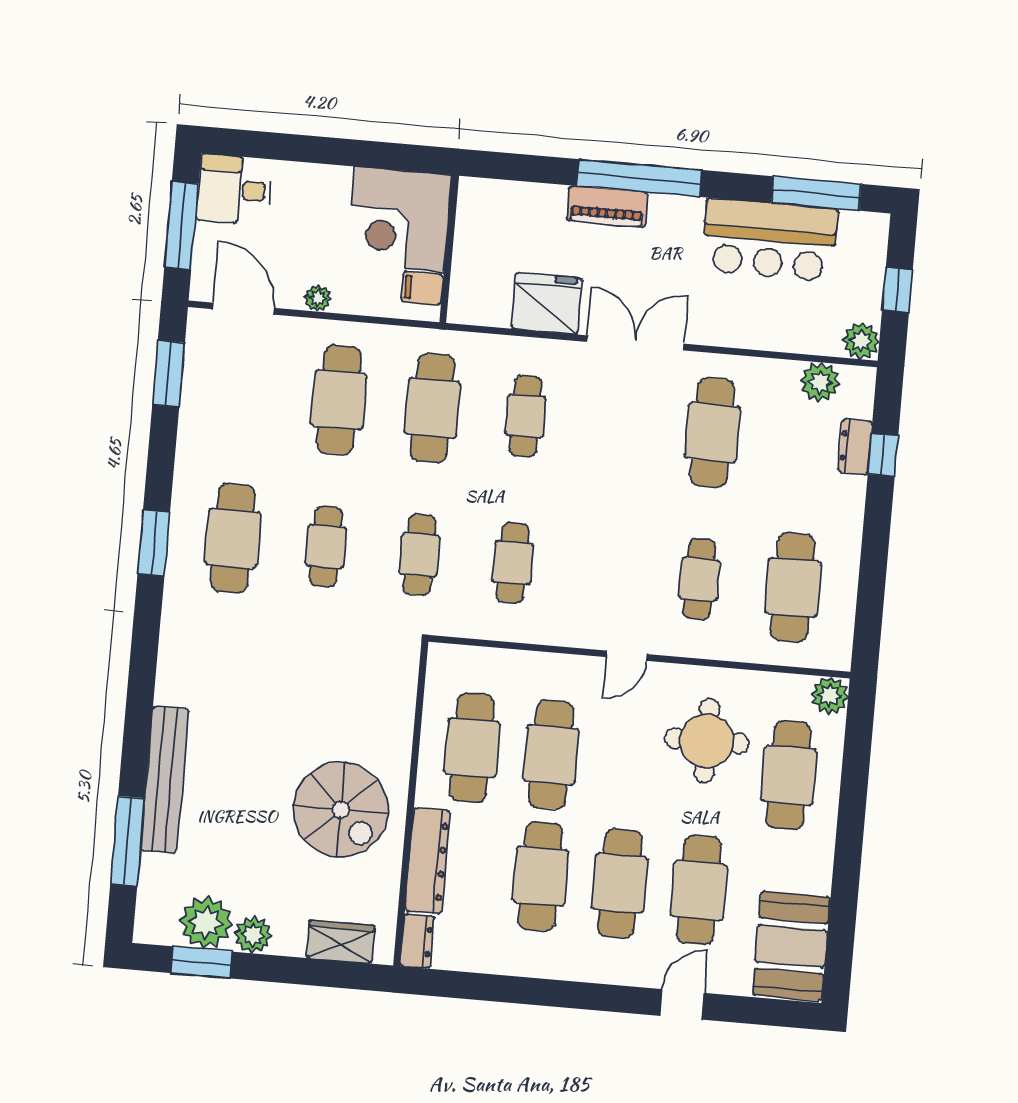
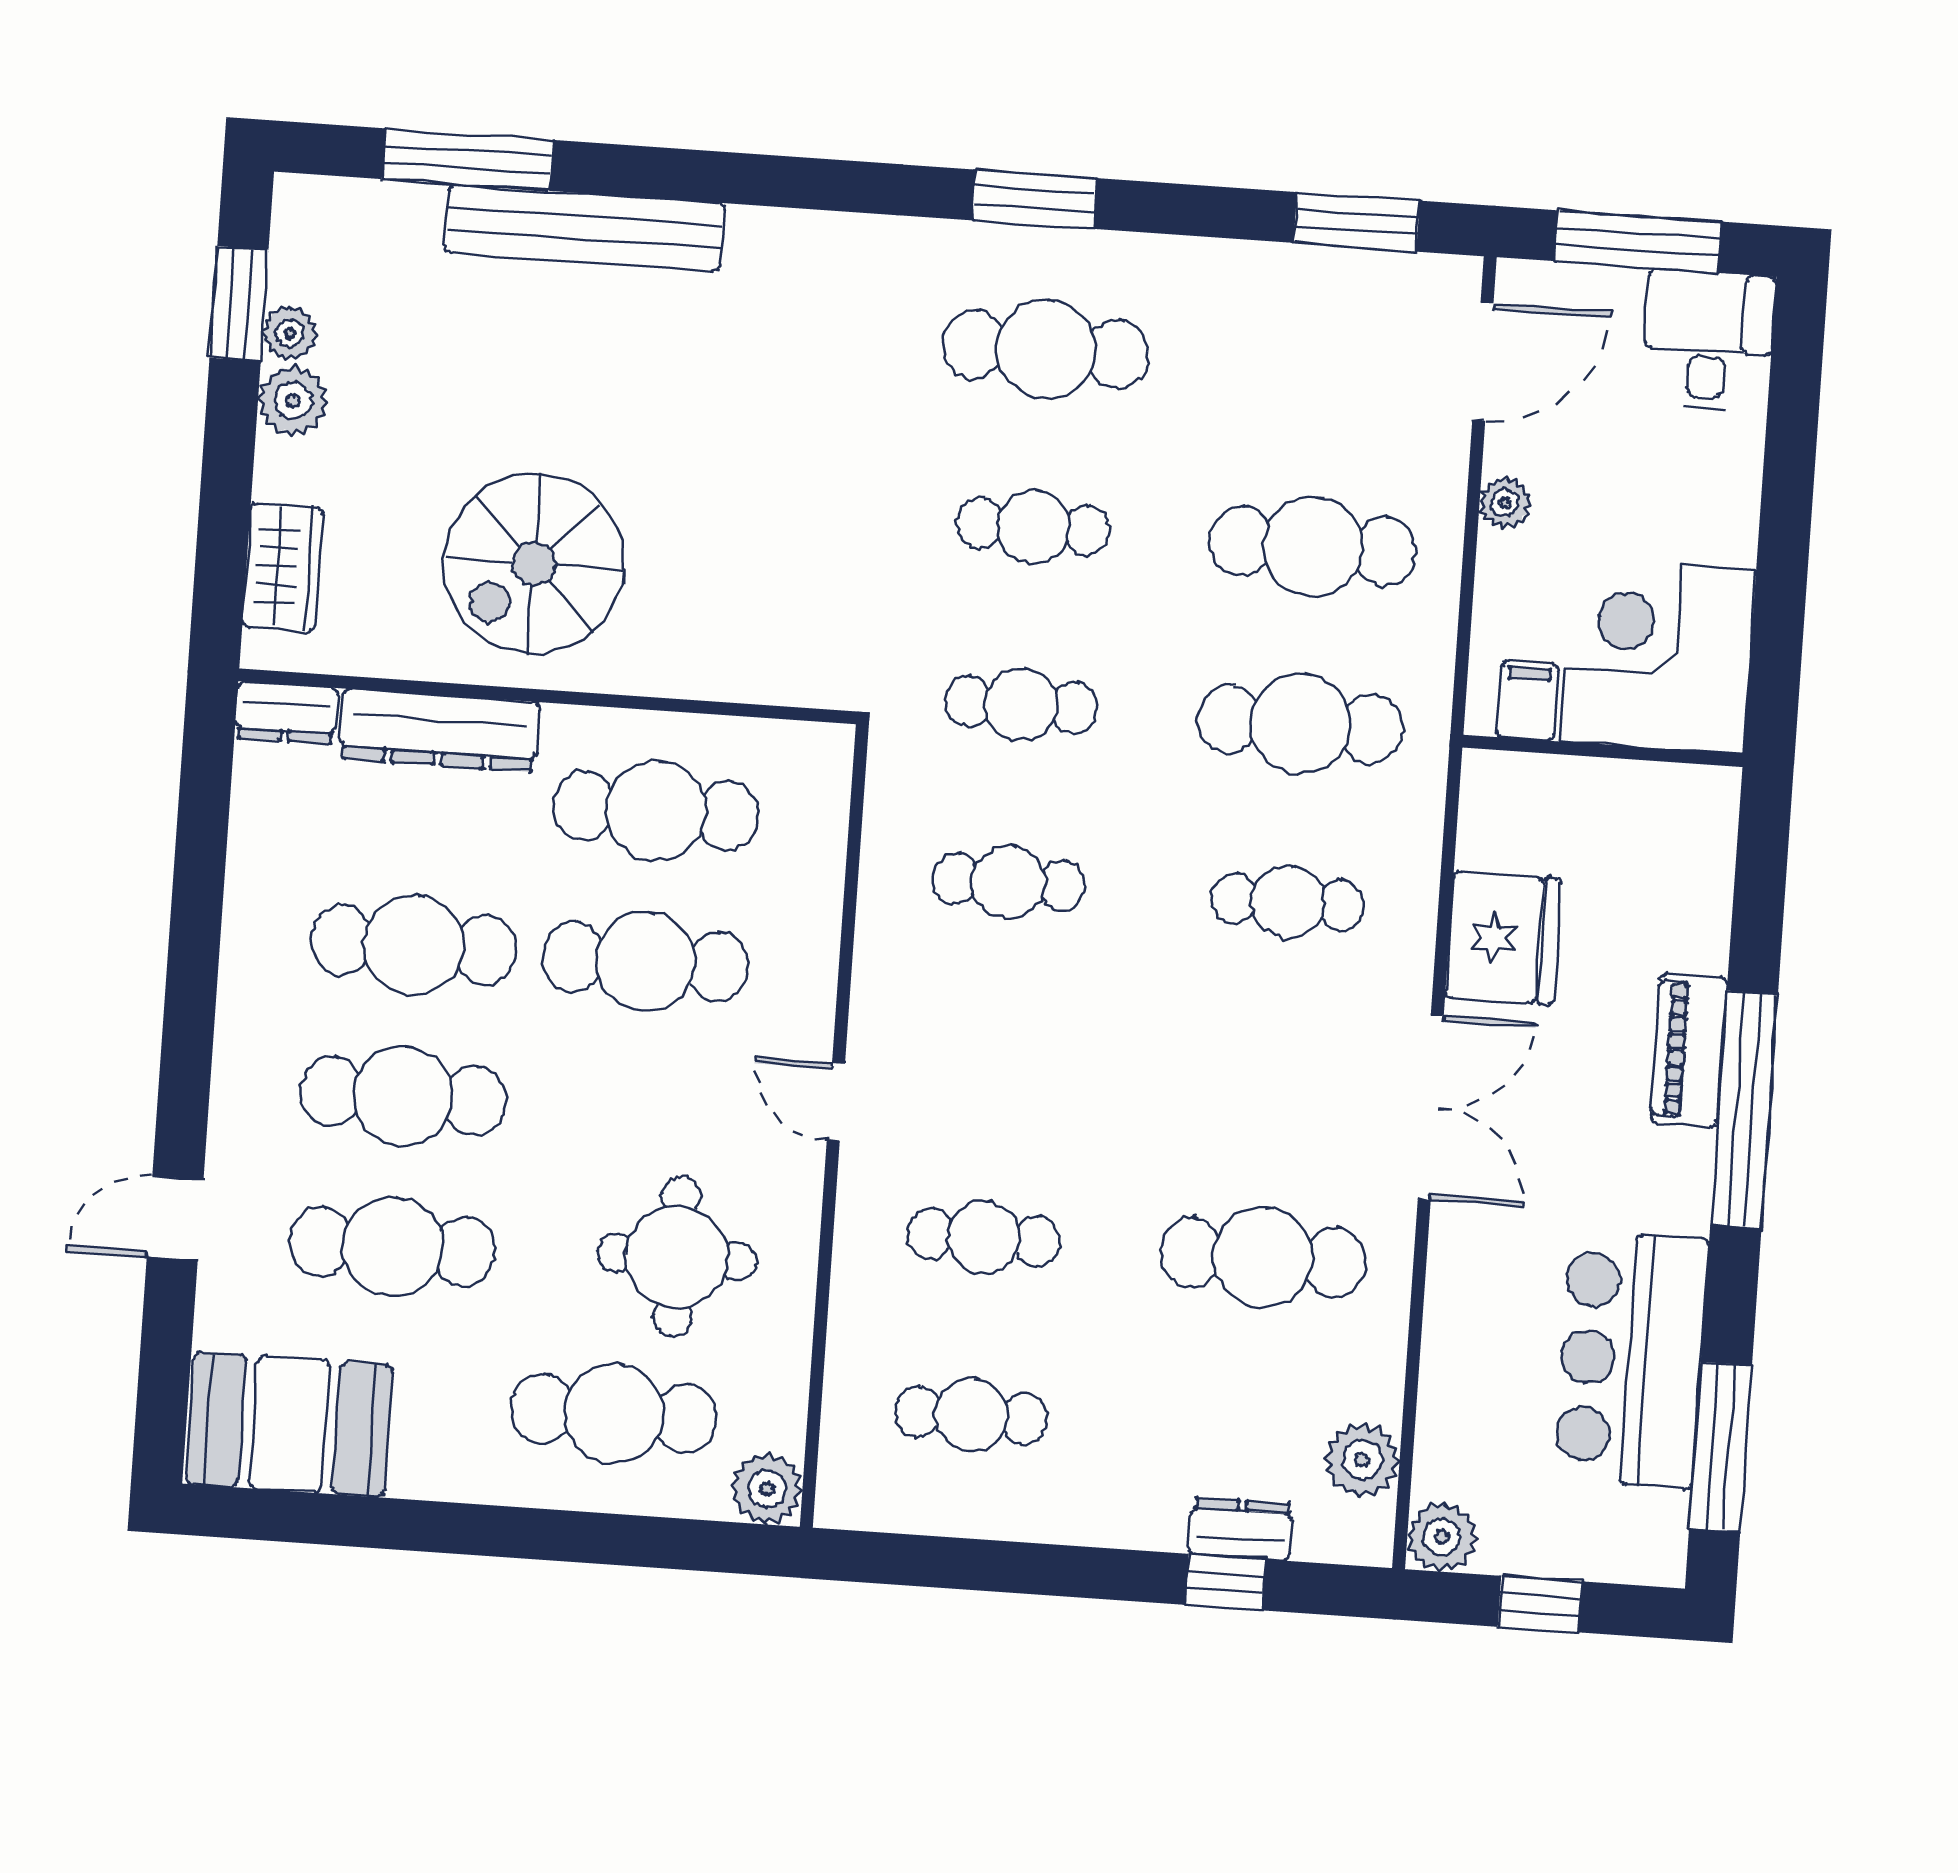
cafe table: (793, 587) -> (971, 1415), width x0.73, depth x0.74
plant: (206, 923) -> (290, 333), width x0.53, depth x0.53
door: (682, 1004) -> (175, 1218), swing flipped

